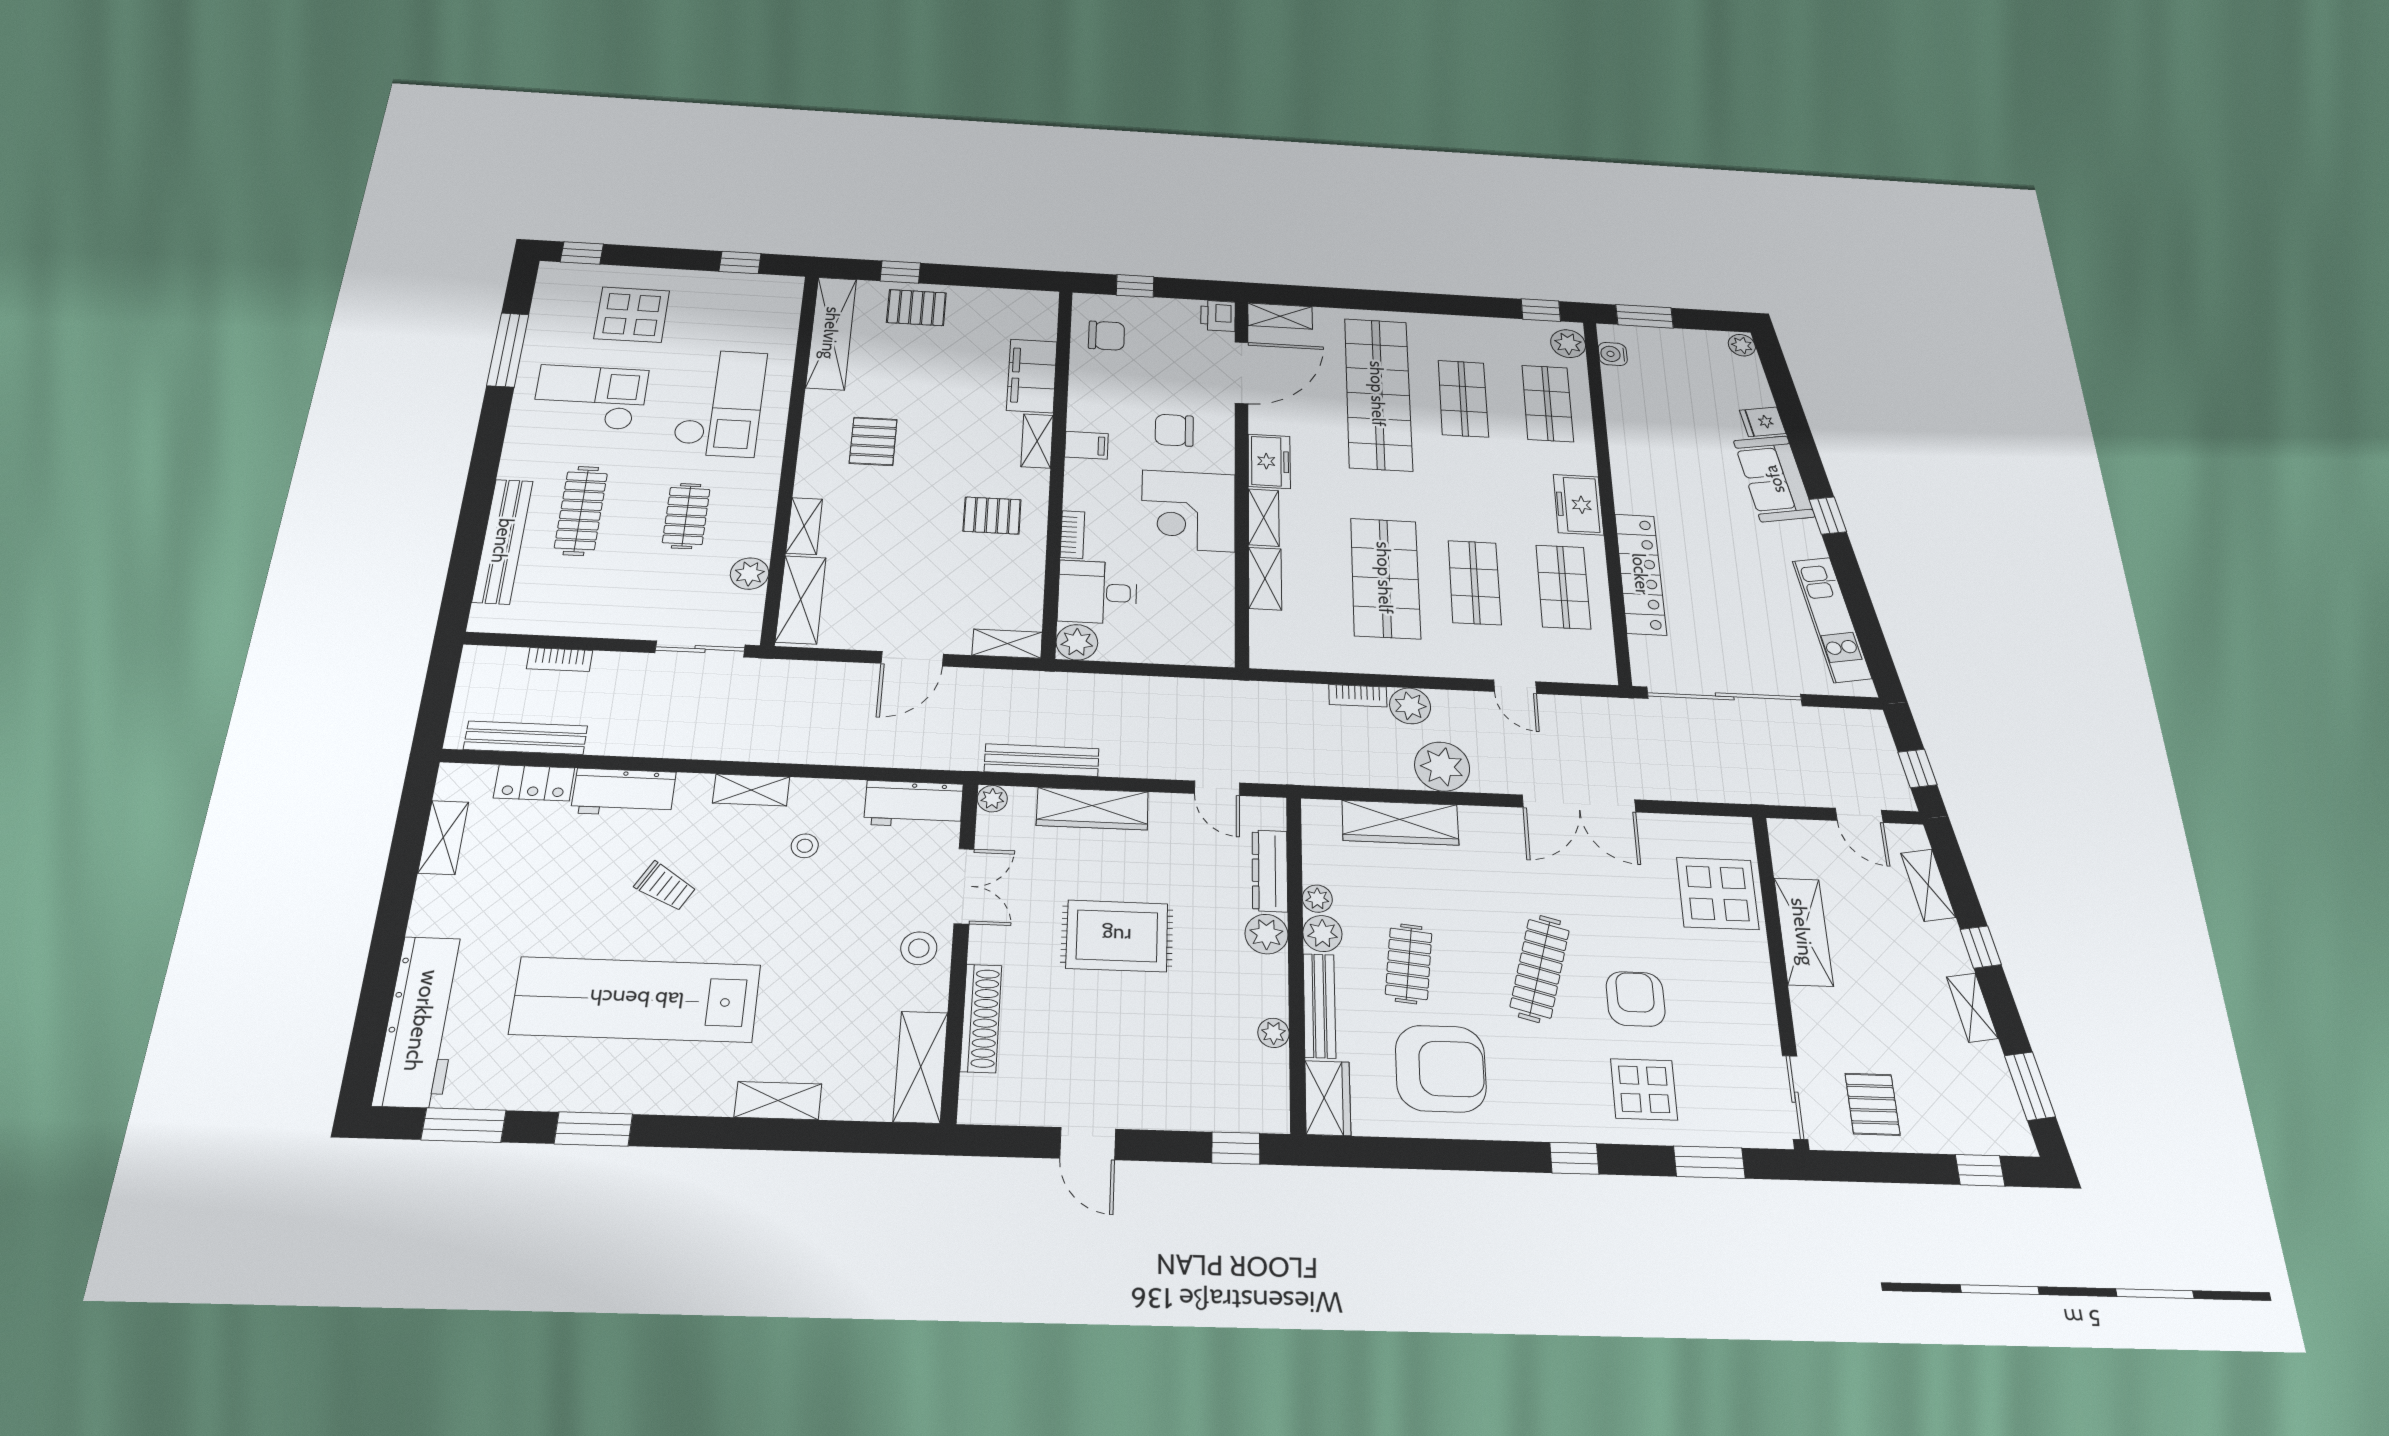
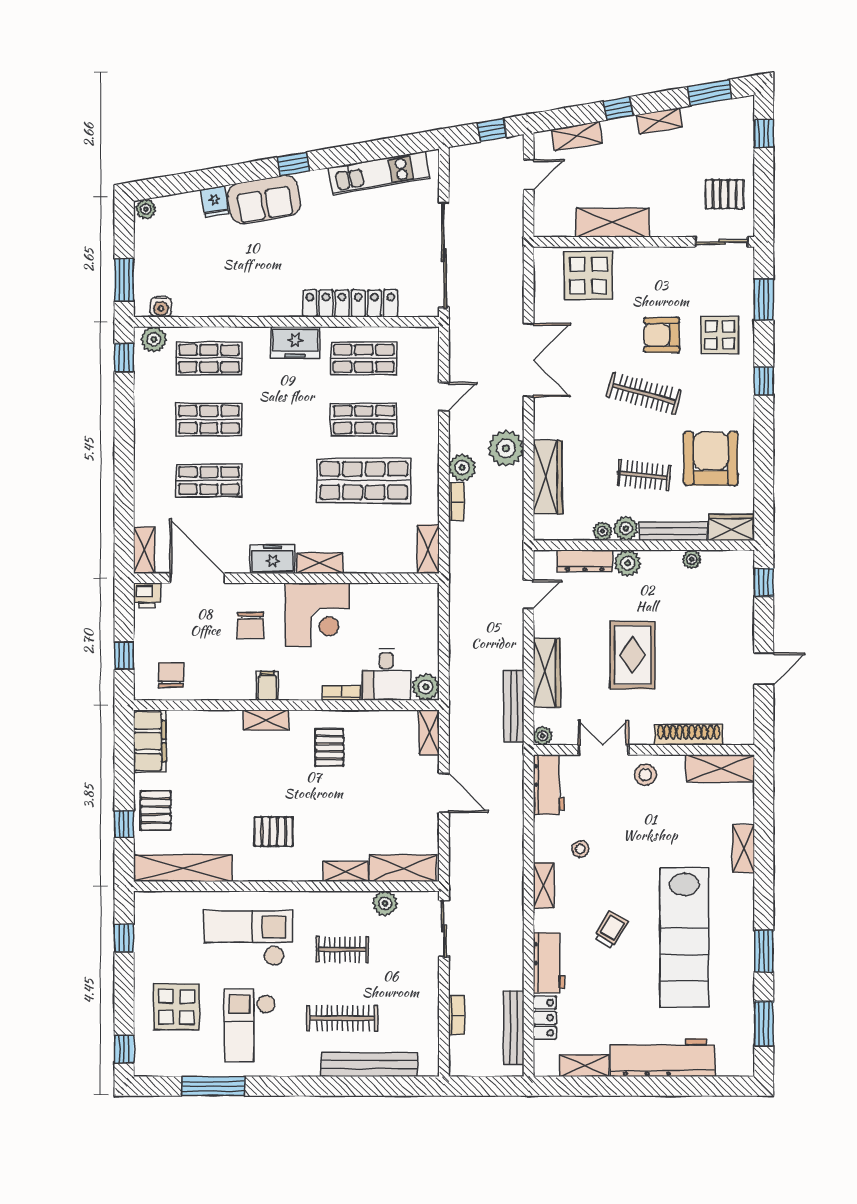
filing cabinet: (1032, 376) -> (150, 741), moved, turned -90
shop shelf: (1378, 394) -> (209, 481), width x0.50, depth x0.74
shelving: (1265, 579) -> (428, 549), moved, turned 90
workbench: (422, 1021) -> (663, 1058), moved

